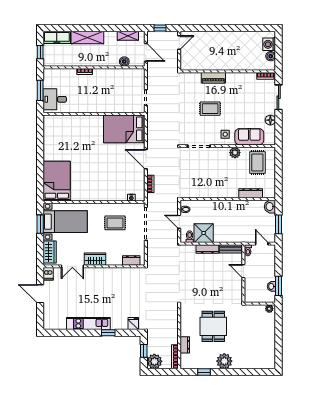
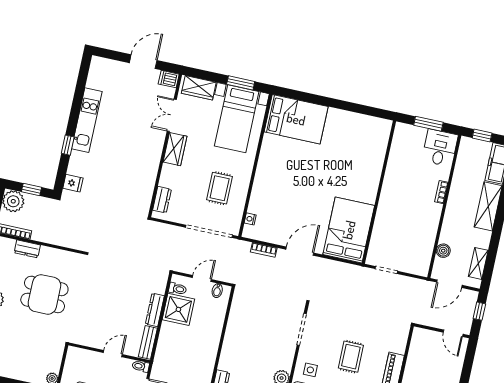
desk: (55, 99) -> (440, 148), moved

